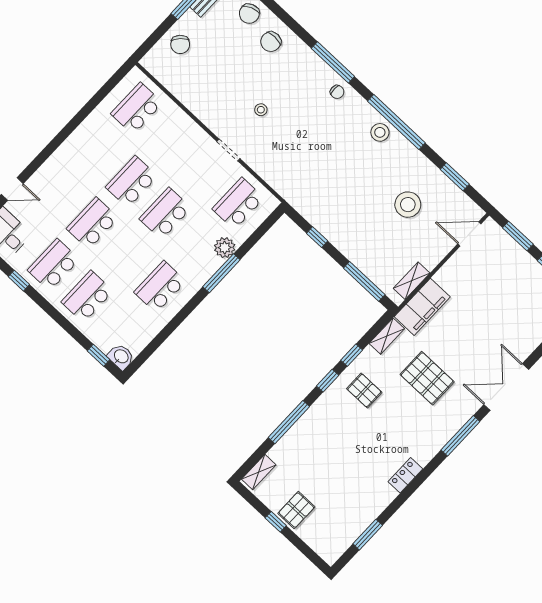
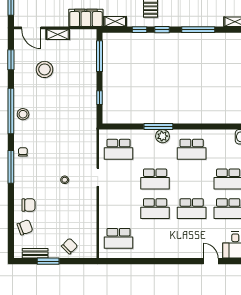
plant: (225, 248) -> (163, 136), moved
shelving: (412, 281) -> (58, 34), moved

